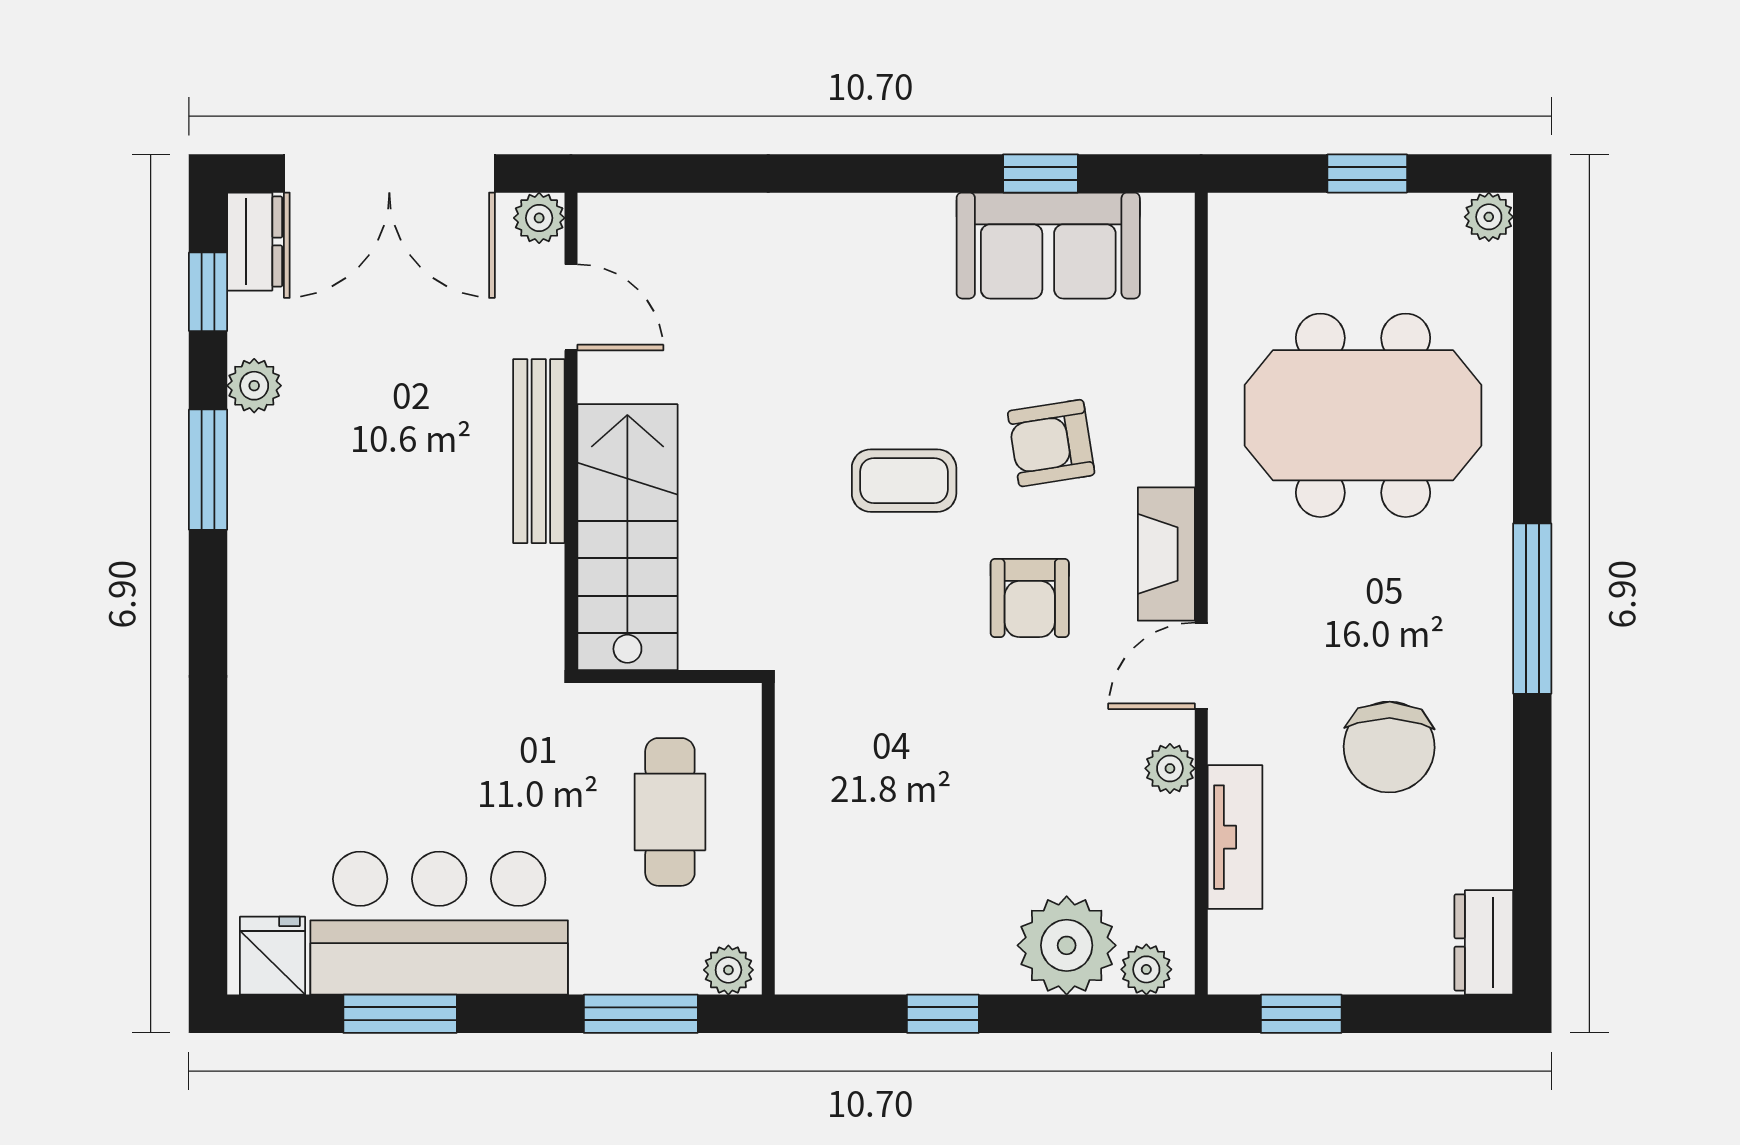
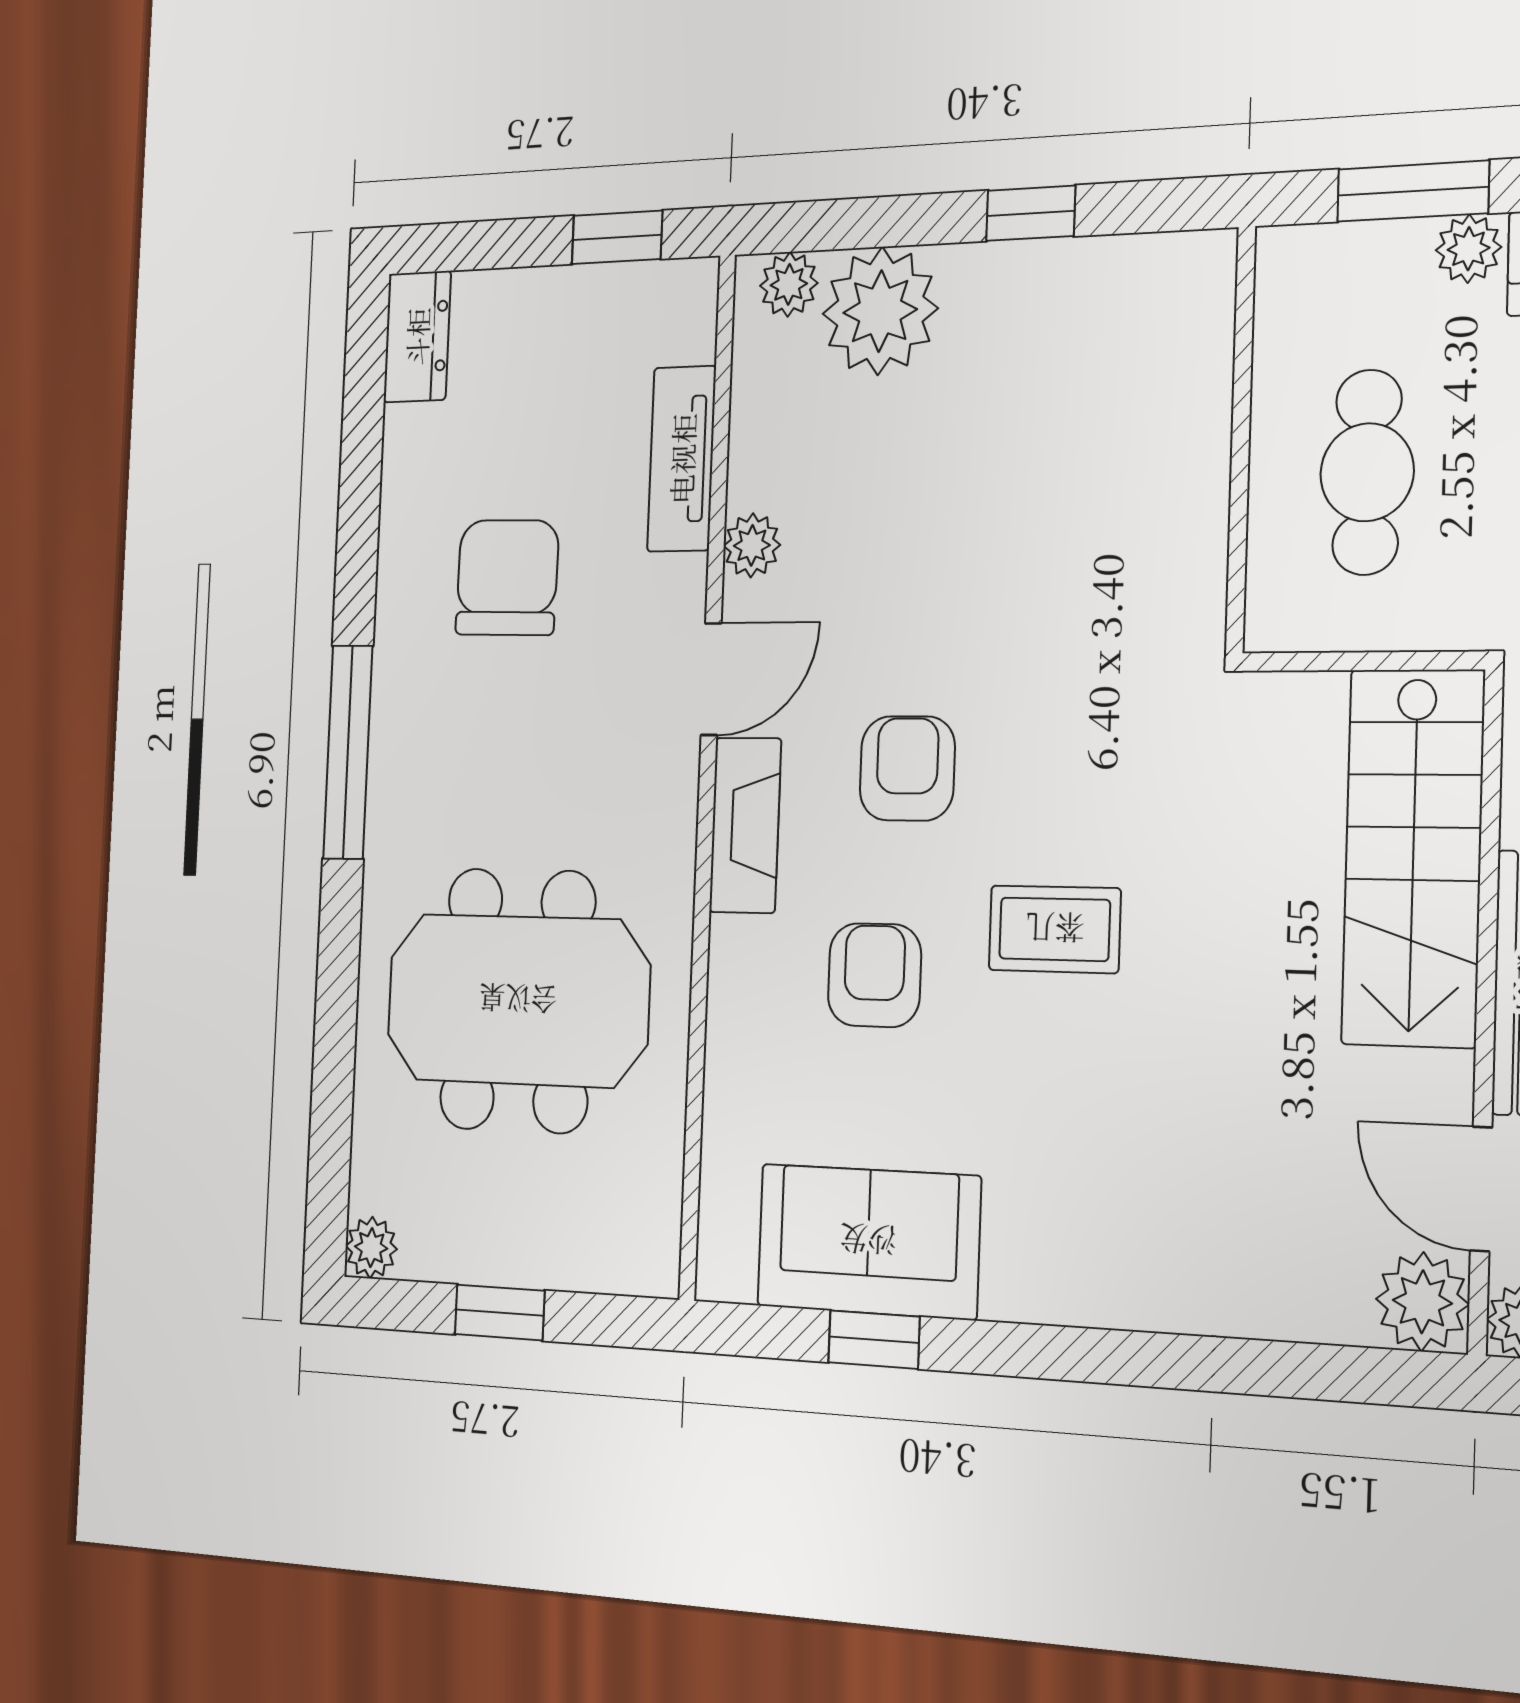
plant: (612, 227) -> (1422, 1302), added
armchair: (1051, 443) -> (874, 975), turned -81
plant: (728, 970) -> (1469, 249), moved

